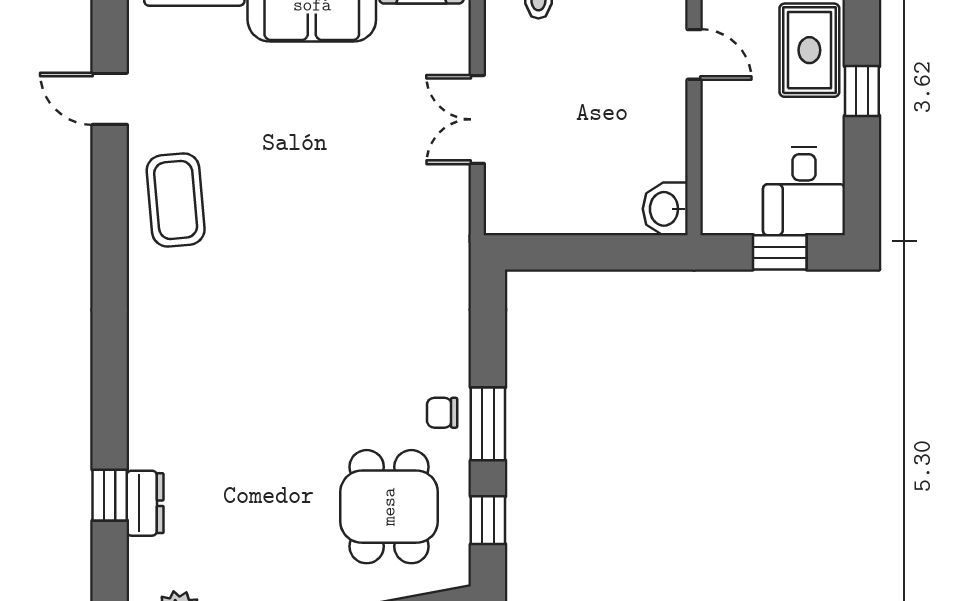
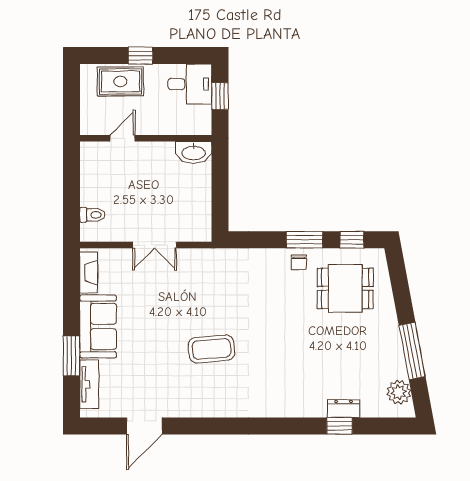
door: (110, 99) -> (144, 426), width x1.38
coffee table: (176, 200) -> (211, 349), moved
washbasin: (665, 209) -> (194, 152), width x1.38

